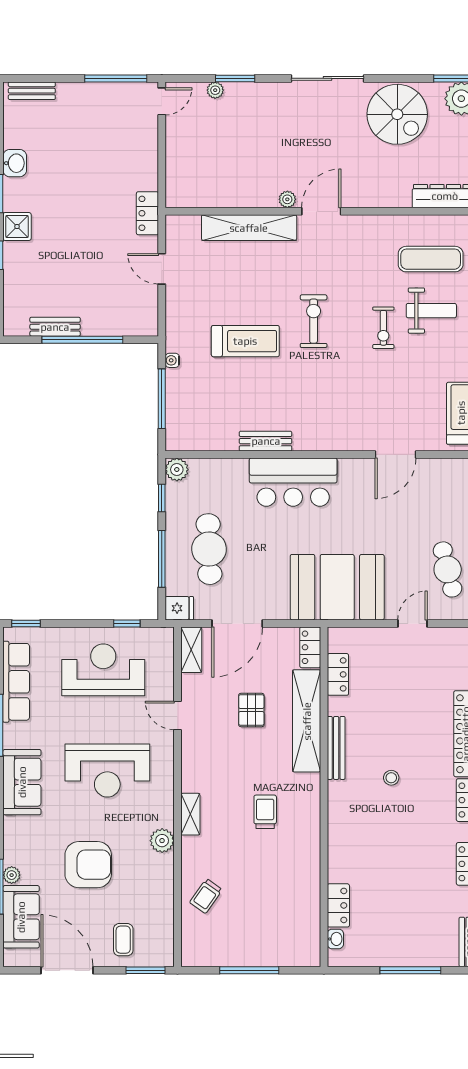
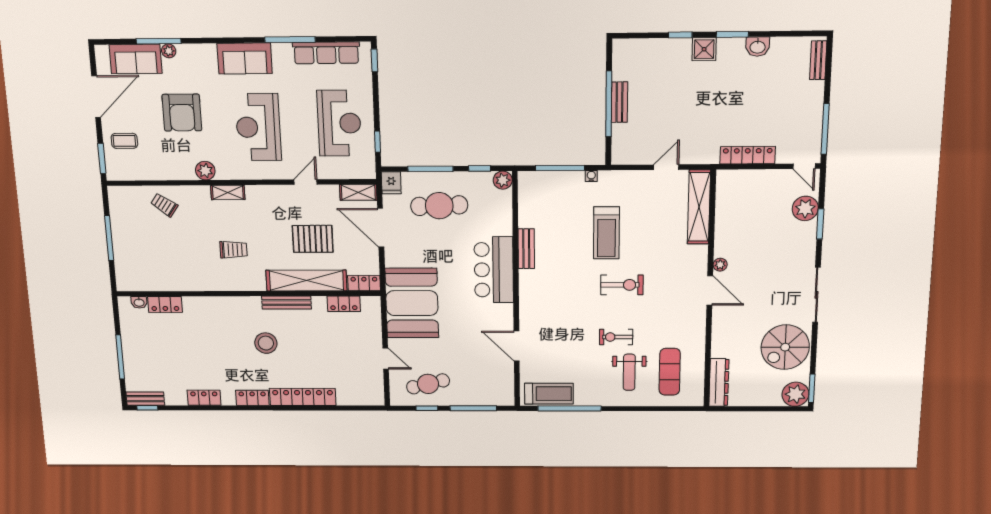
plant: (215, 90) -> (805, 208), width x1.88, depth x1.88
locker: (147, 213) -> (748, 155), moved, width x1.53
shelving: (249, 228) -> (699, 207), moved
bench: (55, 327) -> (619, 102), moved
pallet: (251, 710) -> (313, 239), width x1.50, depth x1.42
stool: (391, 778) -> (266, 343), width x1.89, depth x1.89

